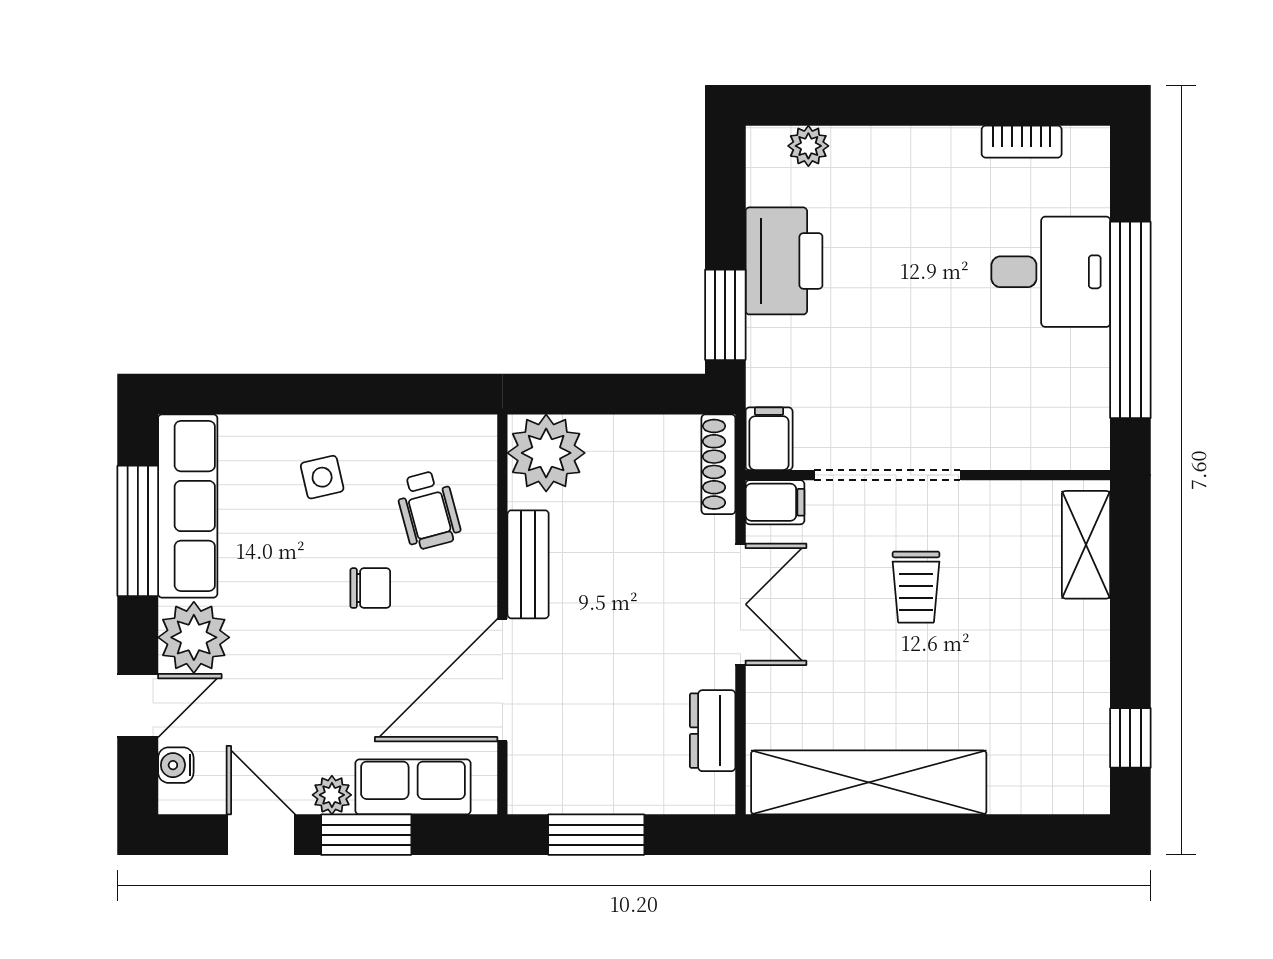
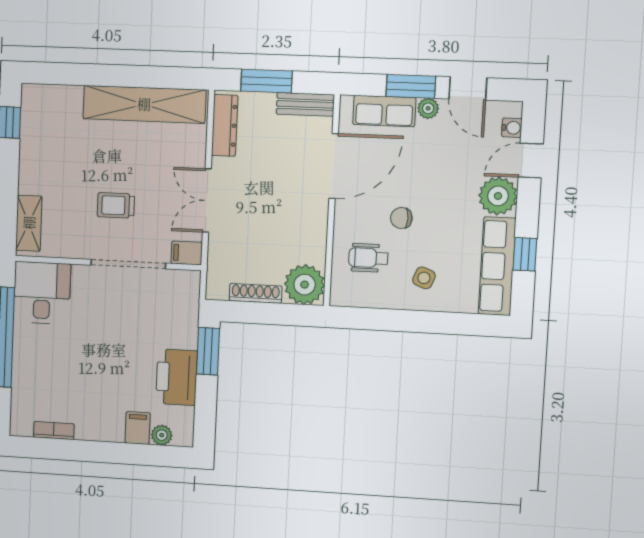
desk: (1051, 272) -> (42, 293), moved, turned 90
filing cabinet: (769, 439) -> (138, 428), moved, turned 180
shoe rack: (718, 464) -> (256, 293), moved, turned -90
side table: (322, 477) -> (424, 278), turned 34
wheelchair: (428, 510) -> (368, 258), turned -75
window: (138, 531) -> (525, 254), width x0.46
bench: (528, 564) -> (305, 104), moved, turned 90
trolley: (916, 587) -> (116, 205), turned -90
dresser: (713, 731) -> (225, 125), width x1.44
window: (596, 835) -> (266, 81), moved

